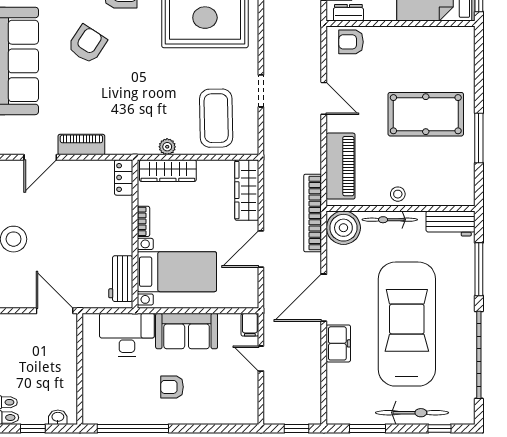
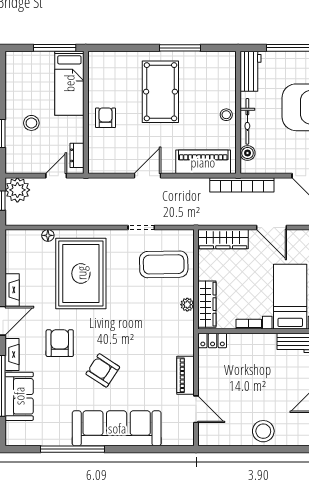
armchair: (351, 42) -> (106, 118), moved, turned 180
boiler: (343, 228) -> (248, 153), width x0.54, depth x0.54

